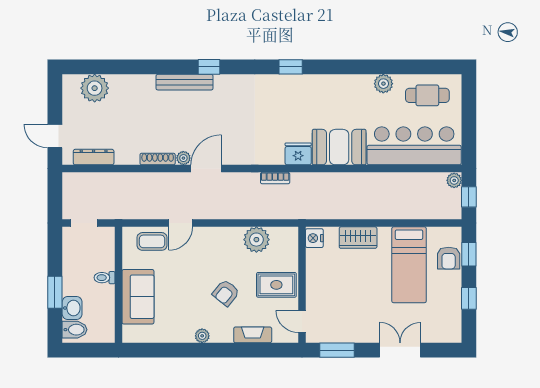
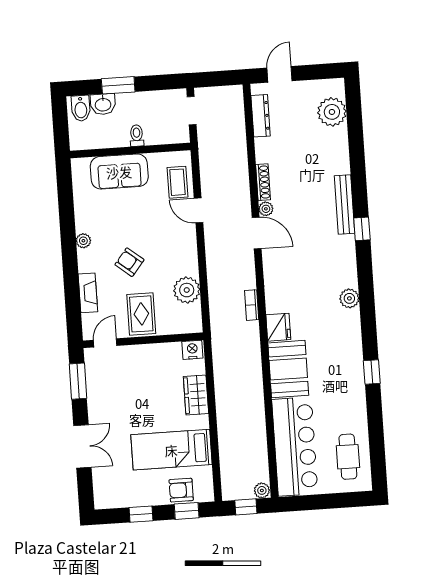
window: (291, 67) -> (372, 372), moved
plant: (383, 84) -> (349, 298), moved

